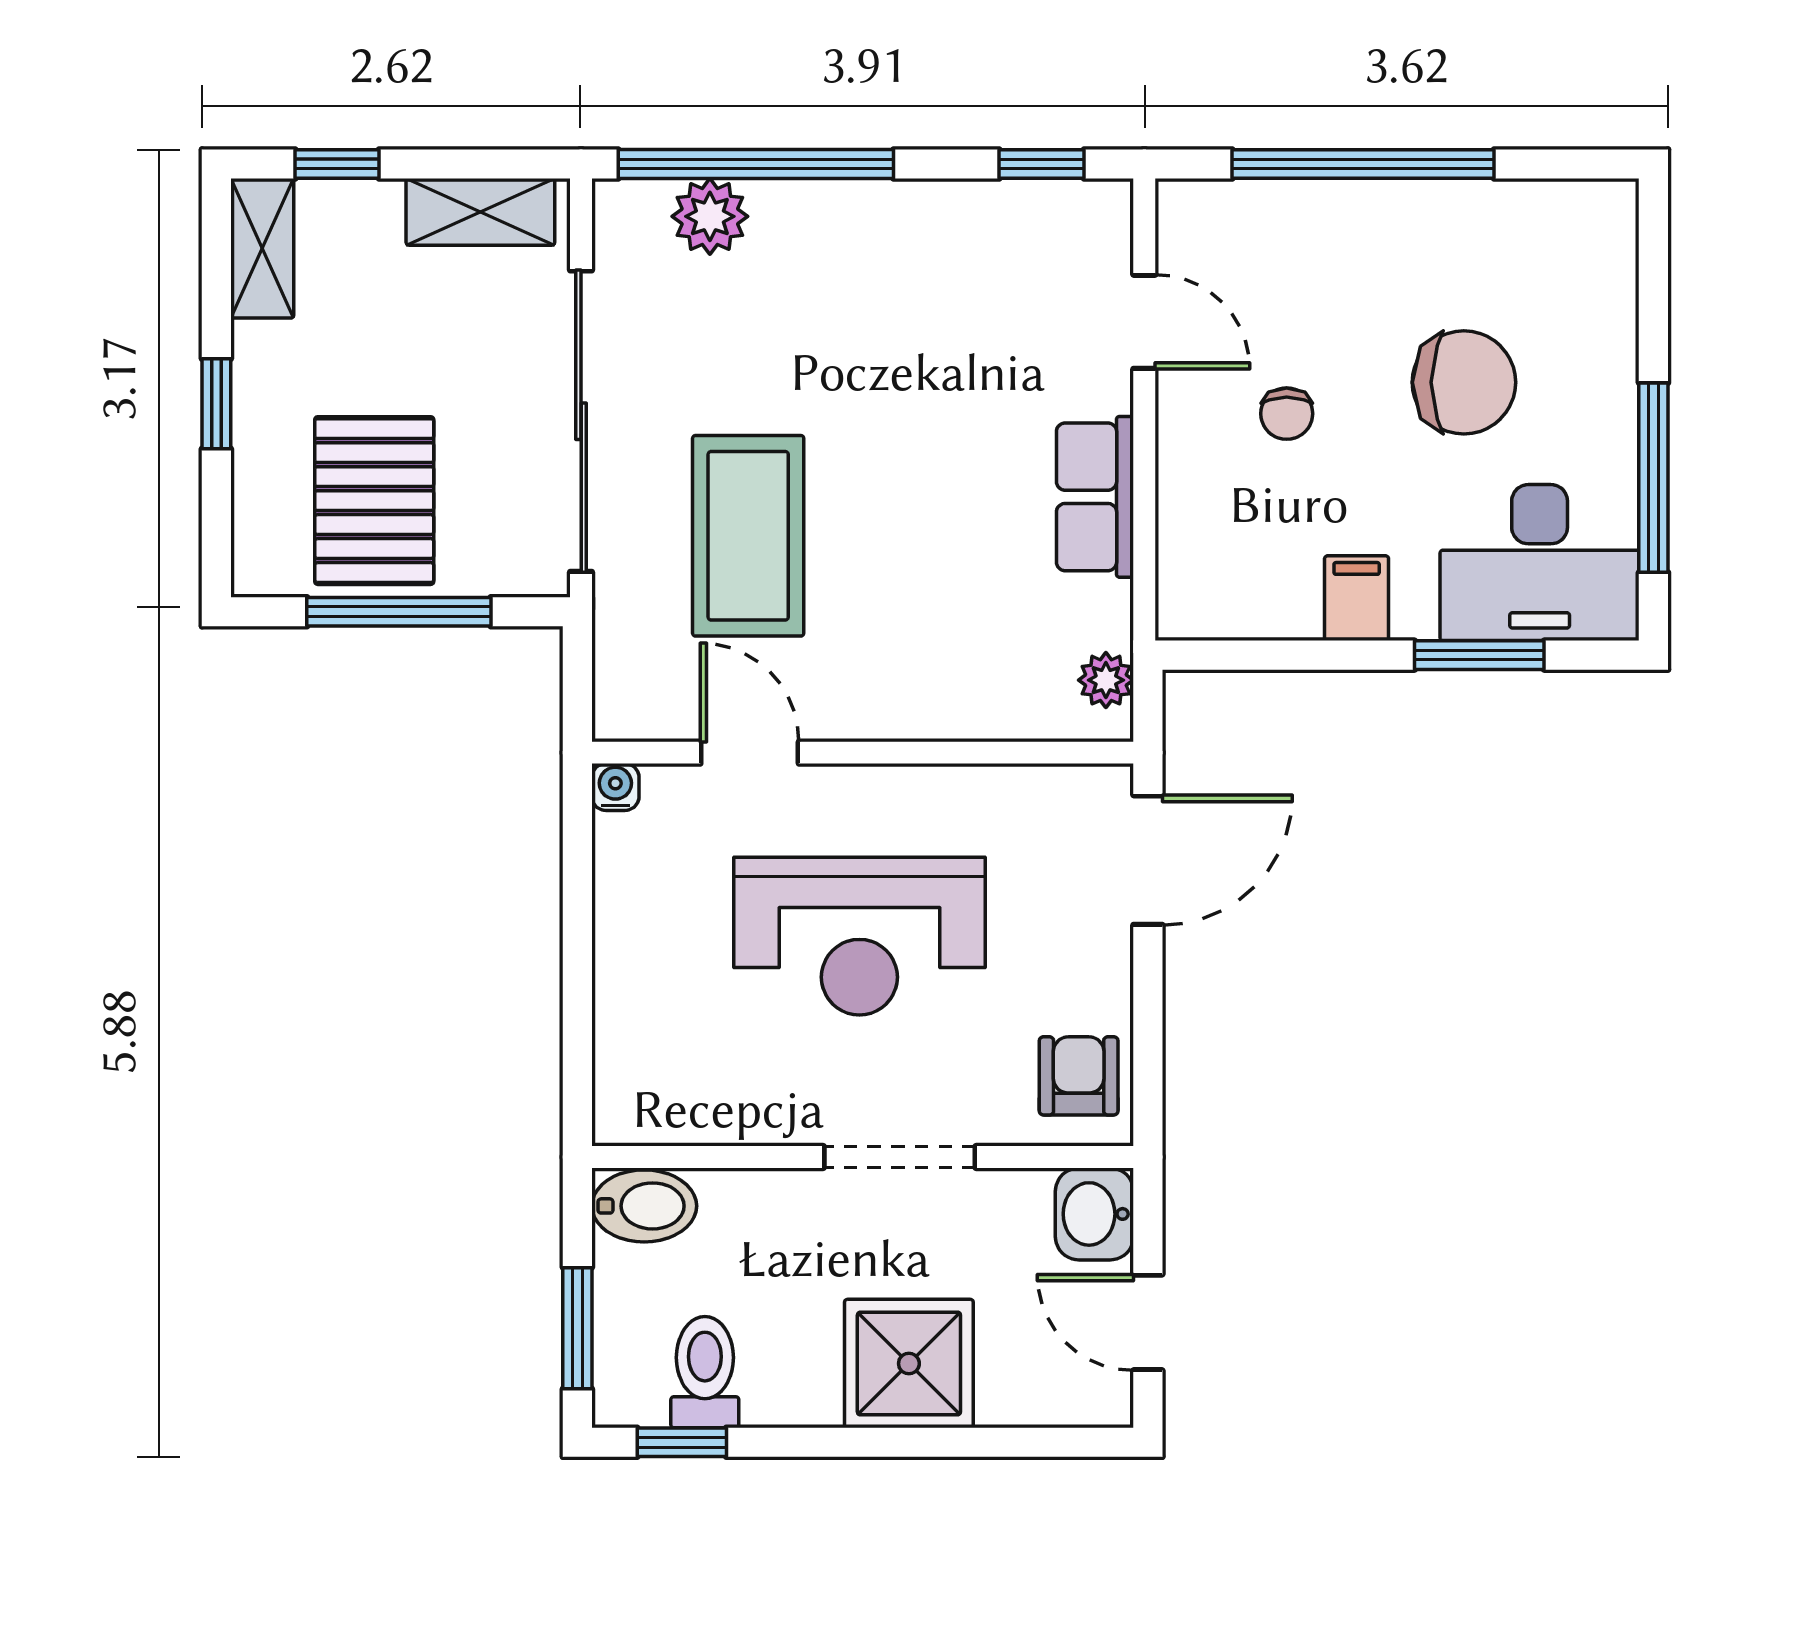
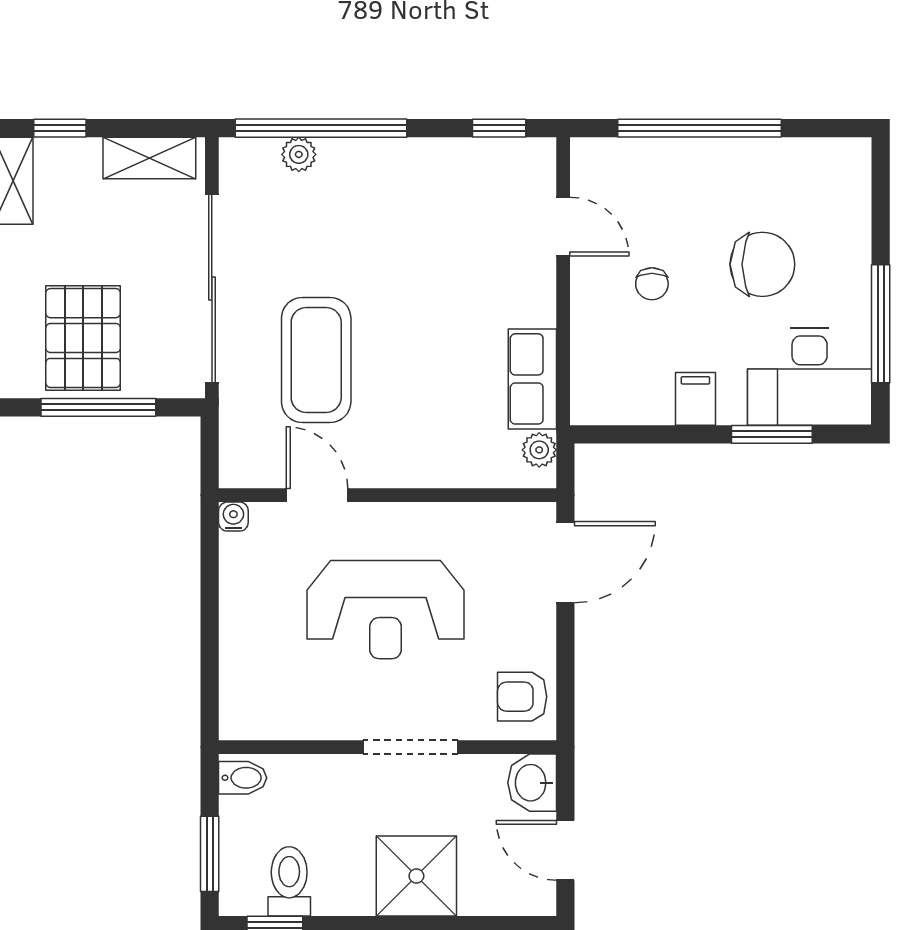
plant: (710, 216) -> (299, 154), width x0.73, depth x0.73
row of seats: (1095, 497) -> (532, 379), moved
armchair: (1079, 1076) -> (522, 697), turned -90
bidet: (644, 1206) -> (243, 778), width x0.72, depth x0.74

